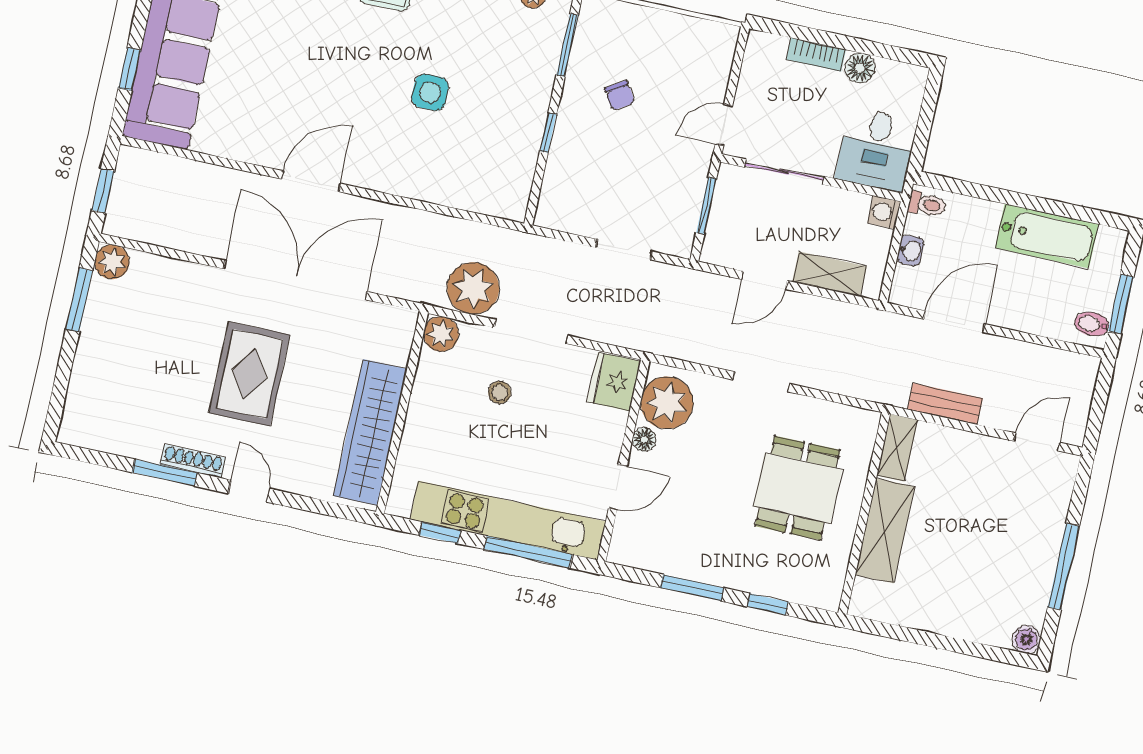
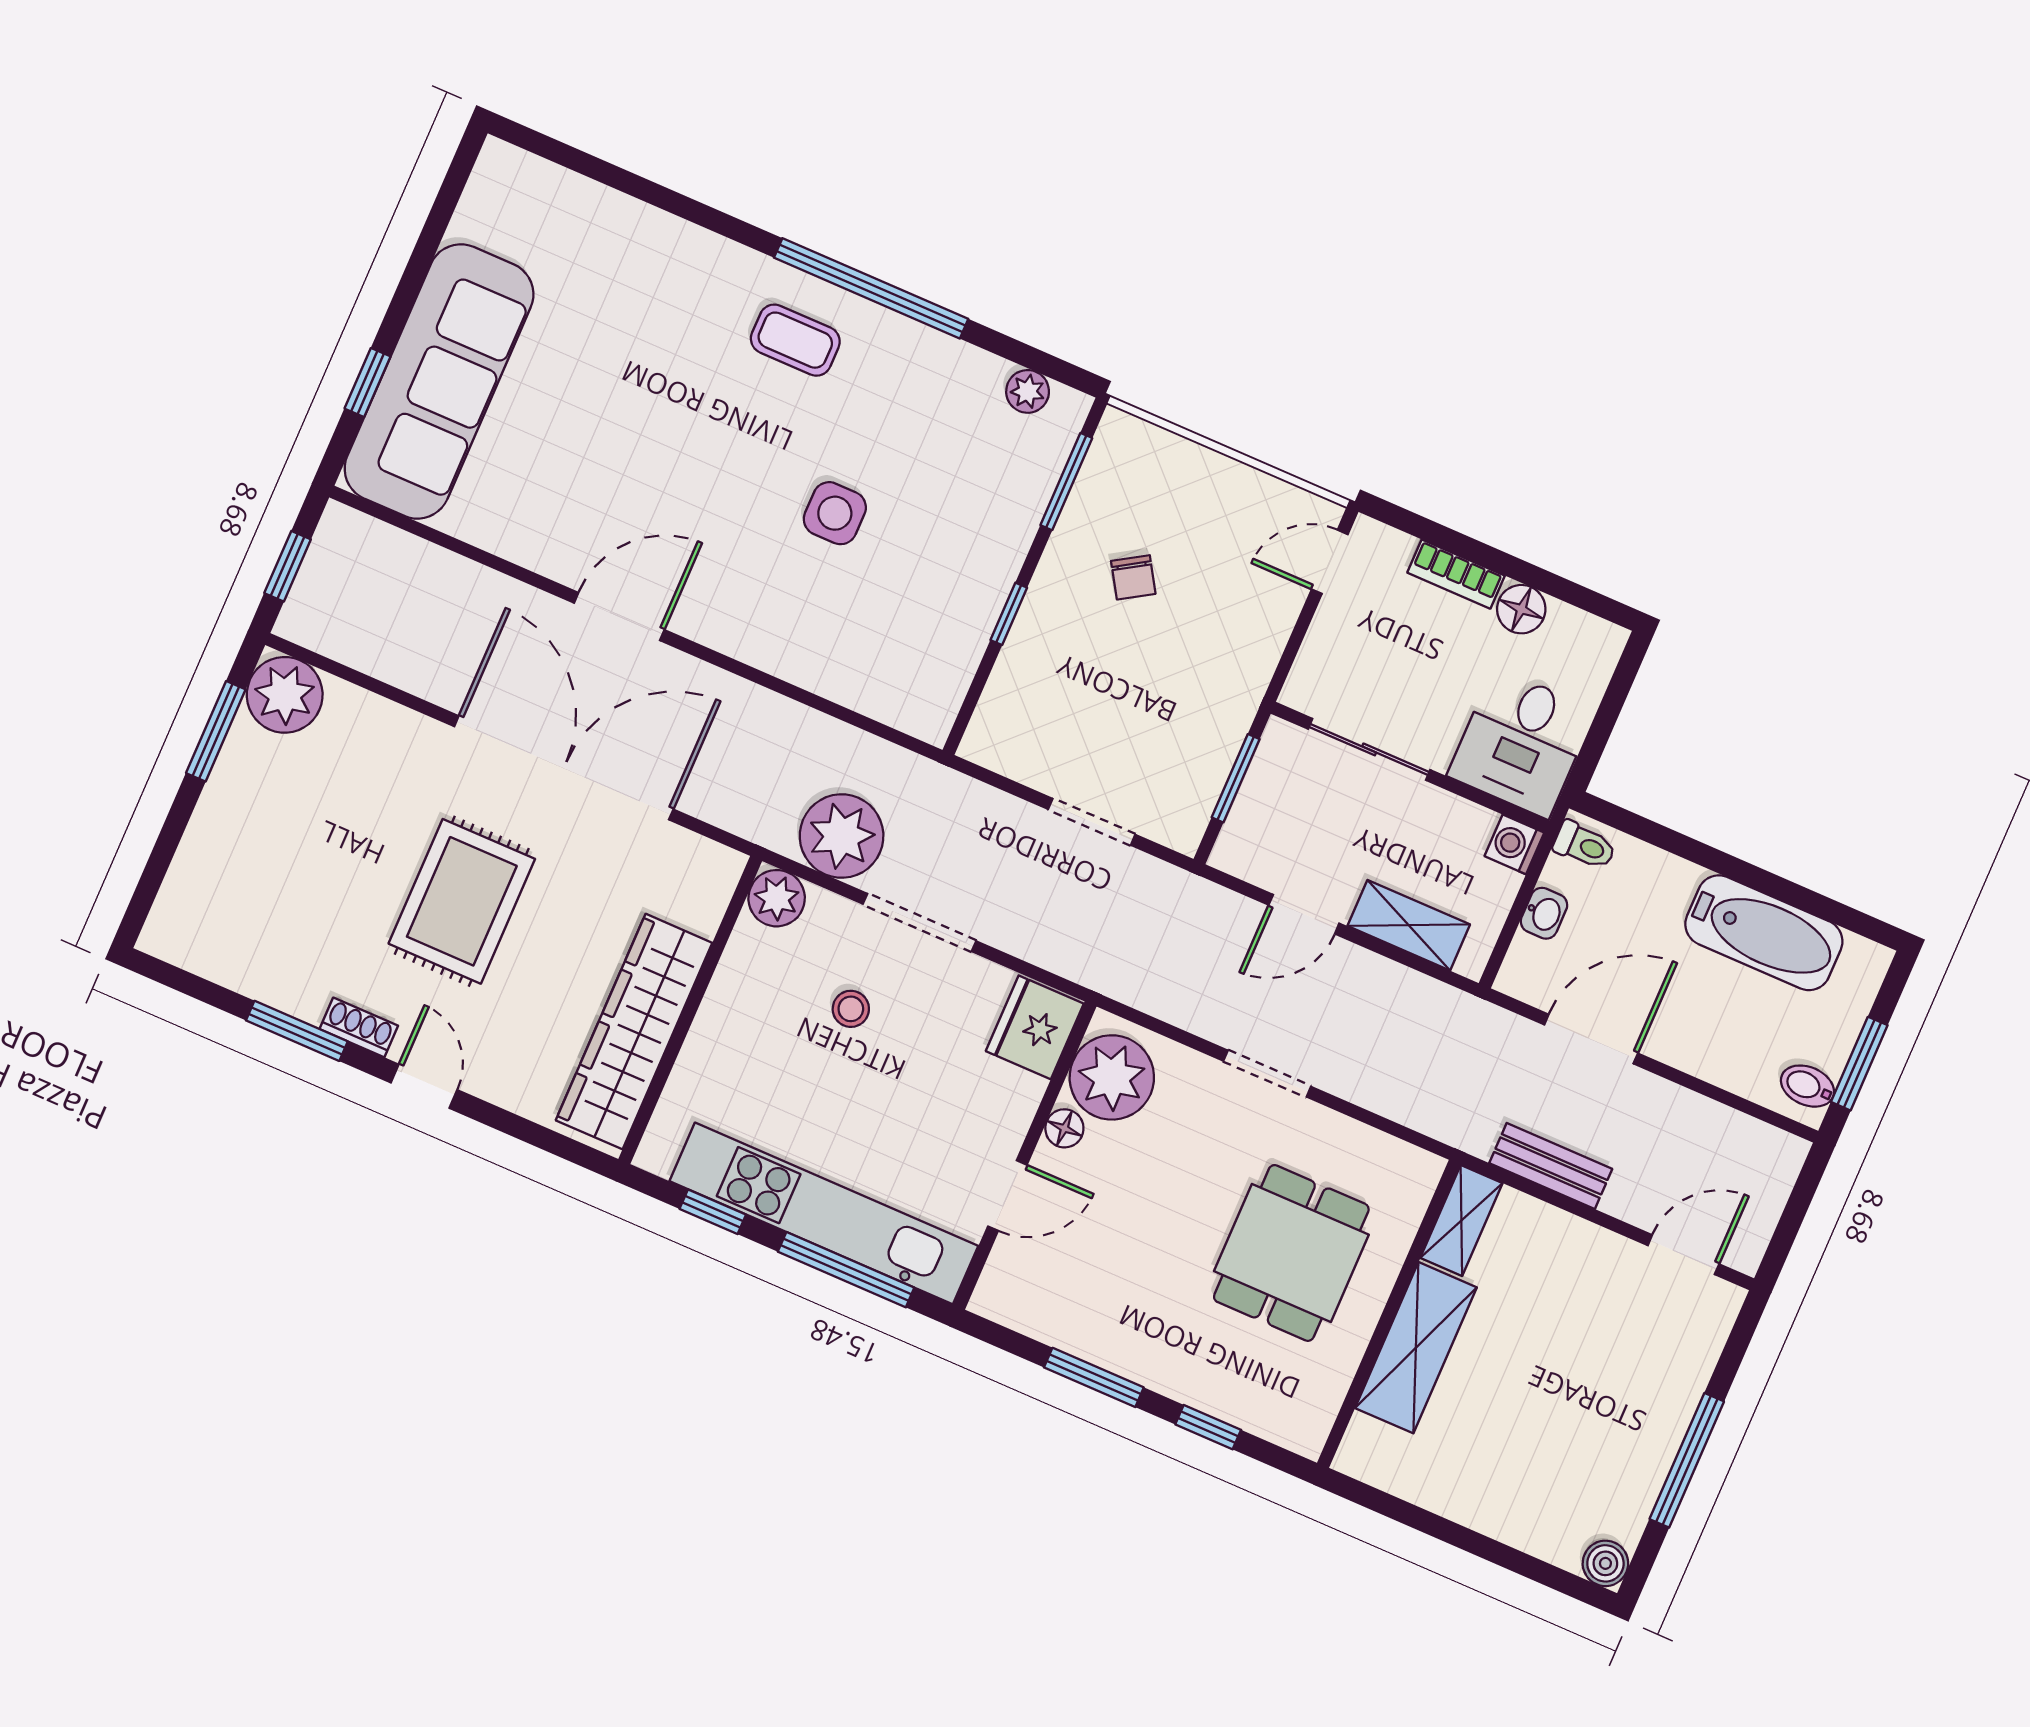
door: (724, 125) -> (1330, 562), moved
plant: (112, 262) -> (285, 695), width x1.36, depth x1.36
shoe rack: (193, 461) -> (359, 1027), width x0.70

